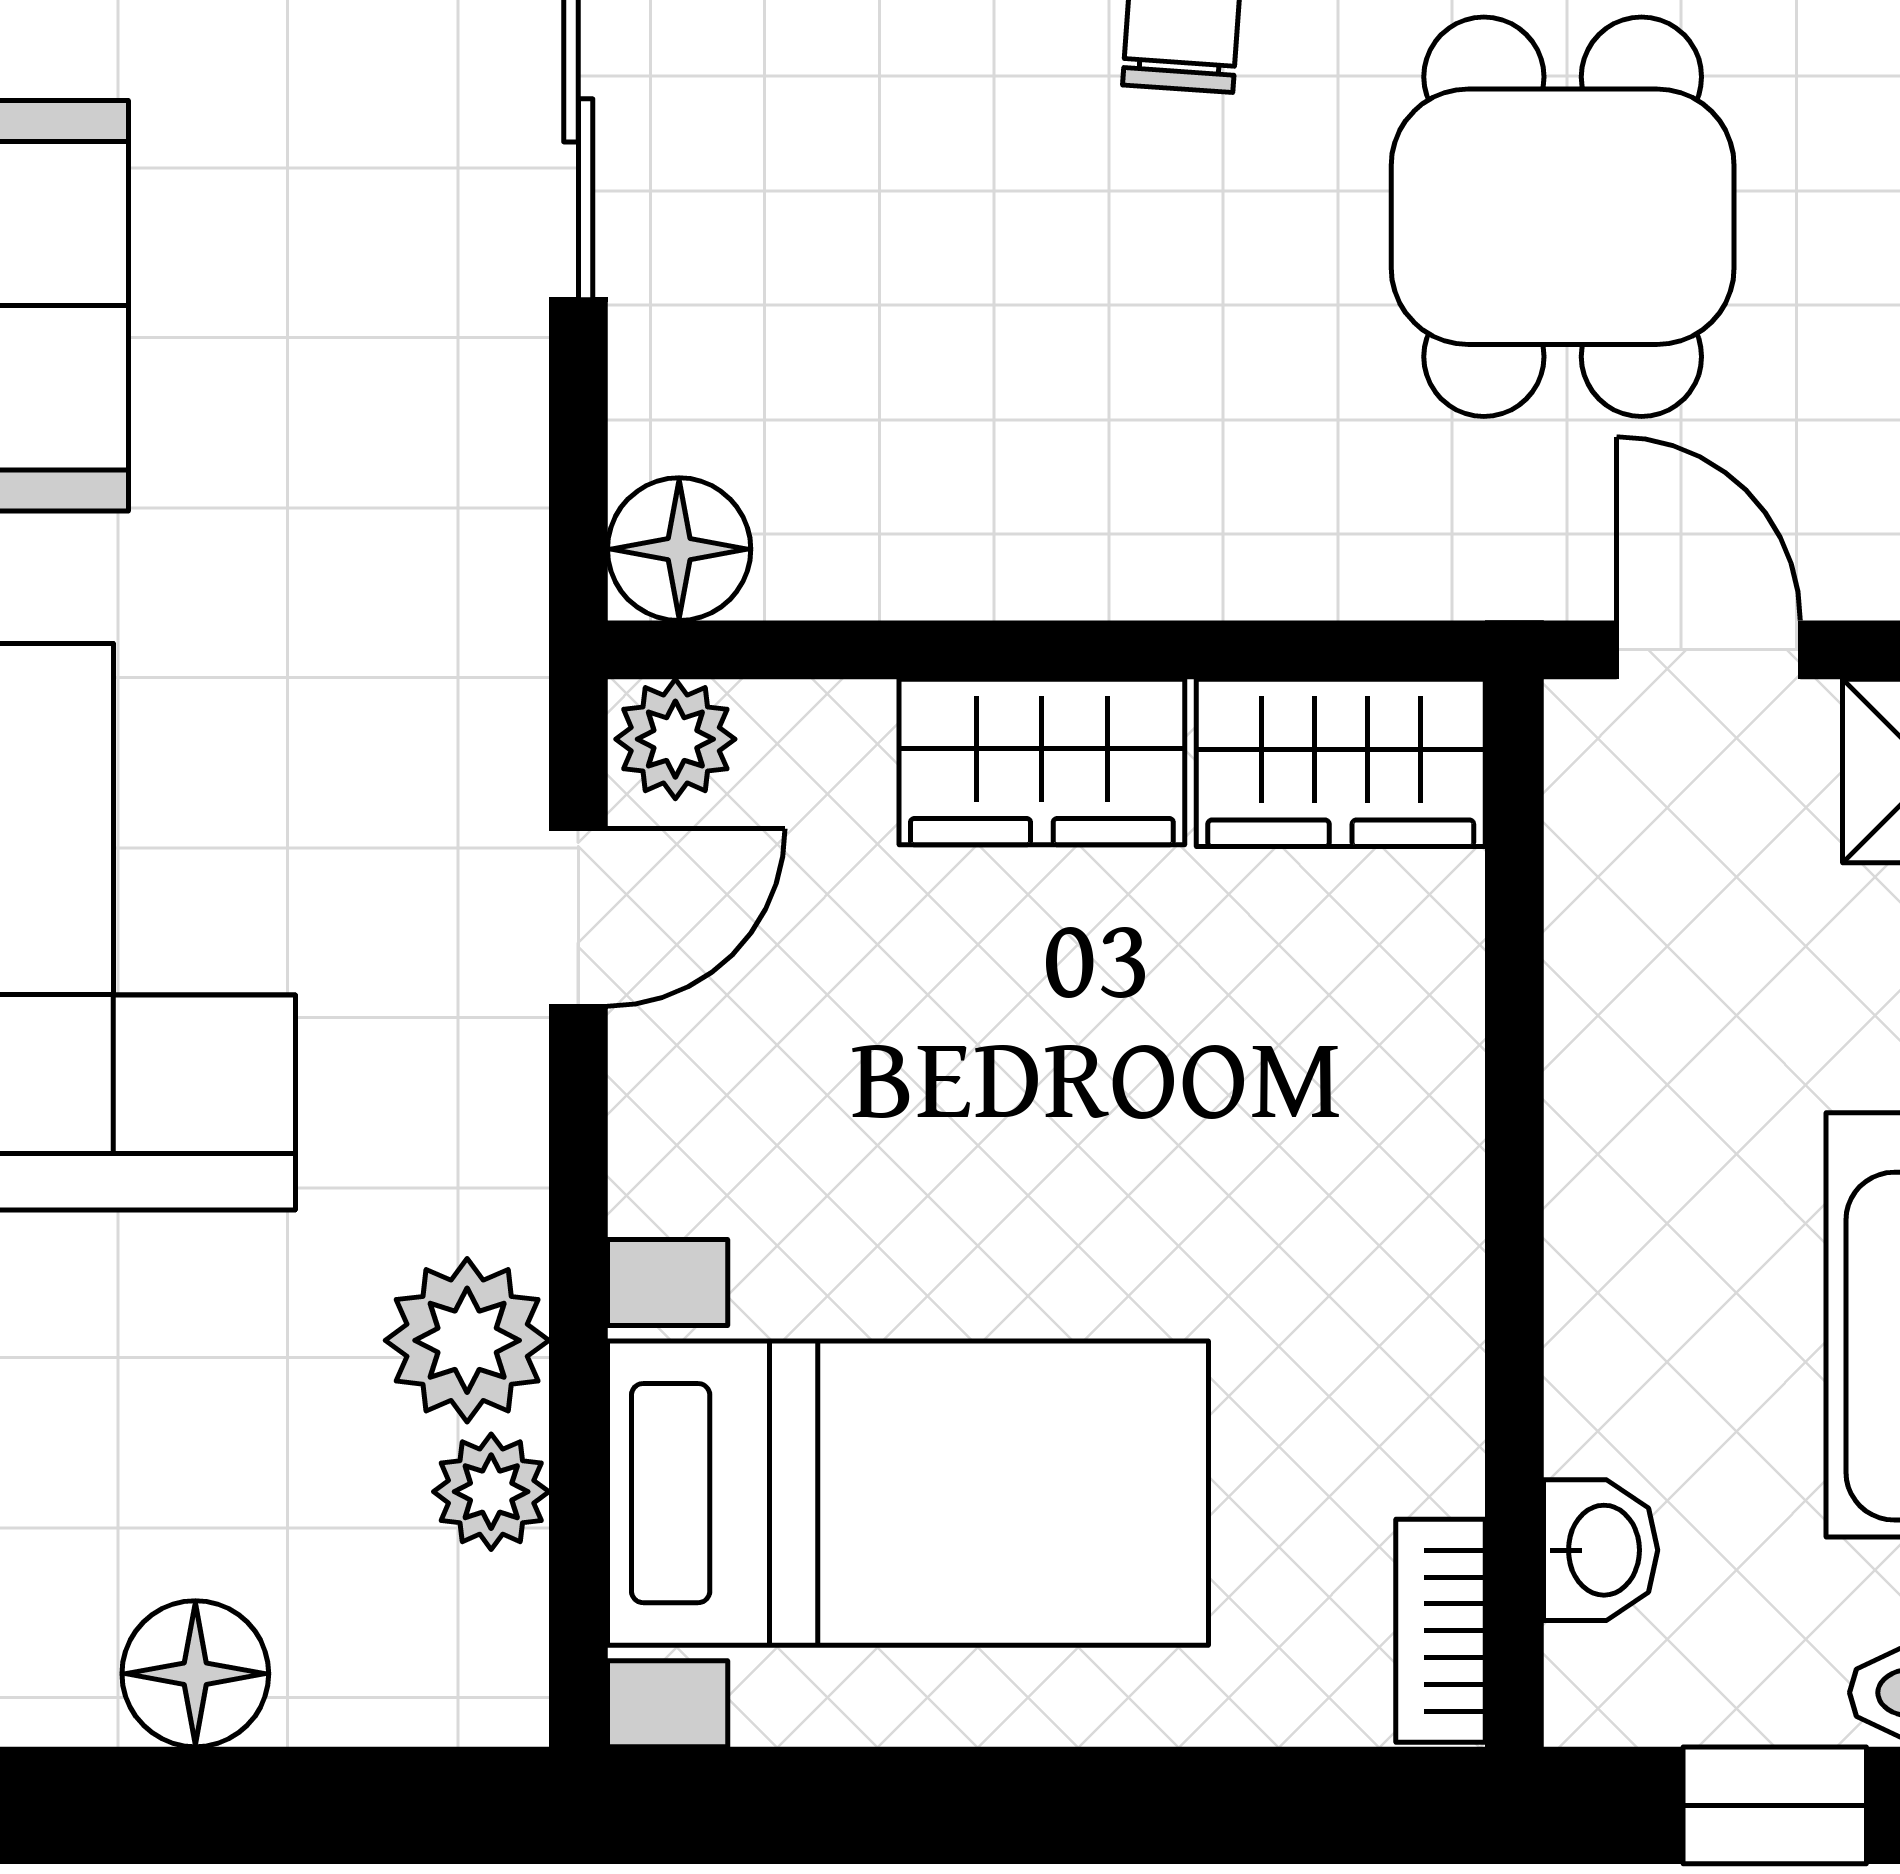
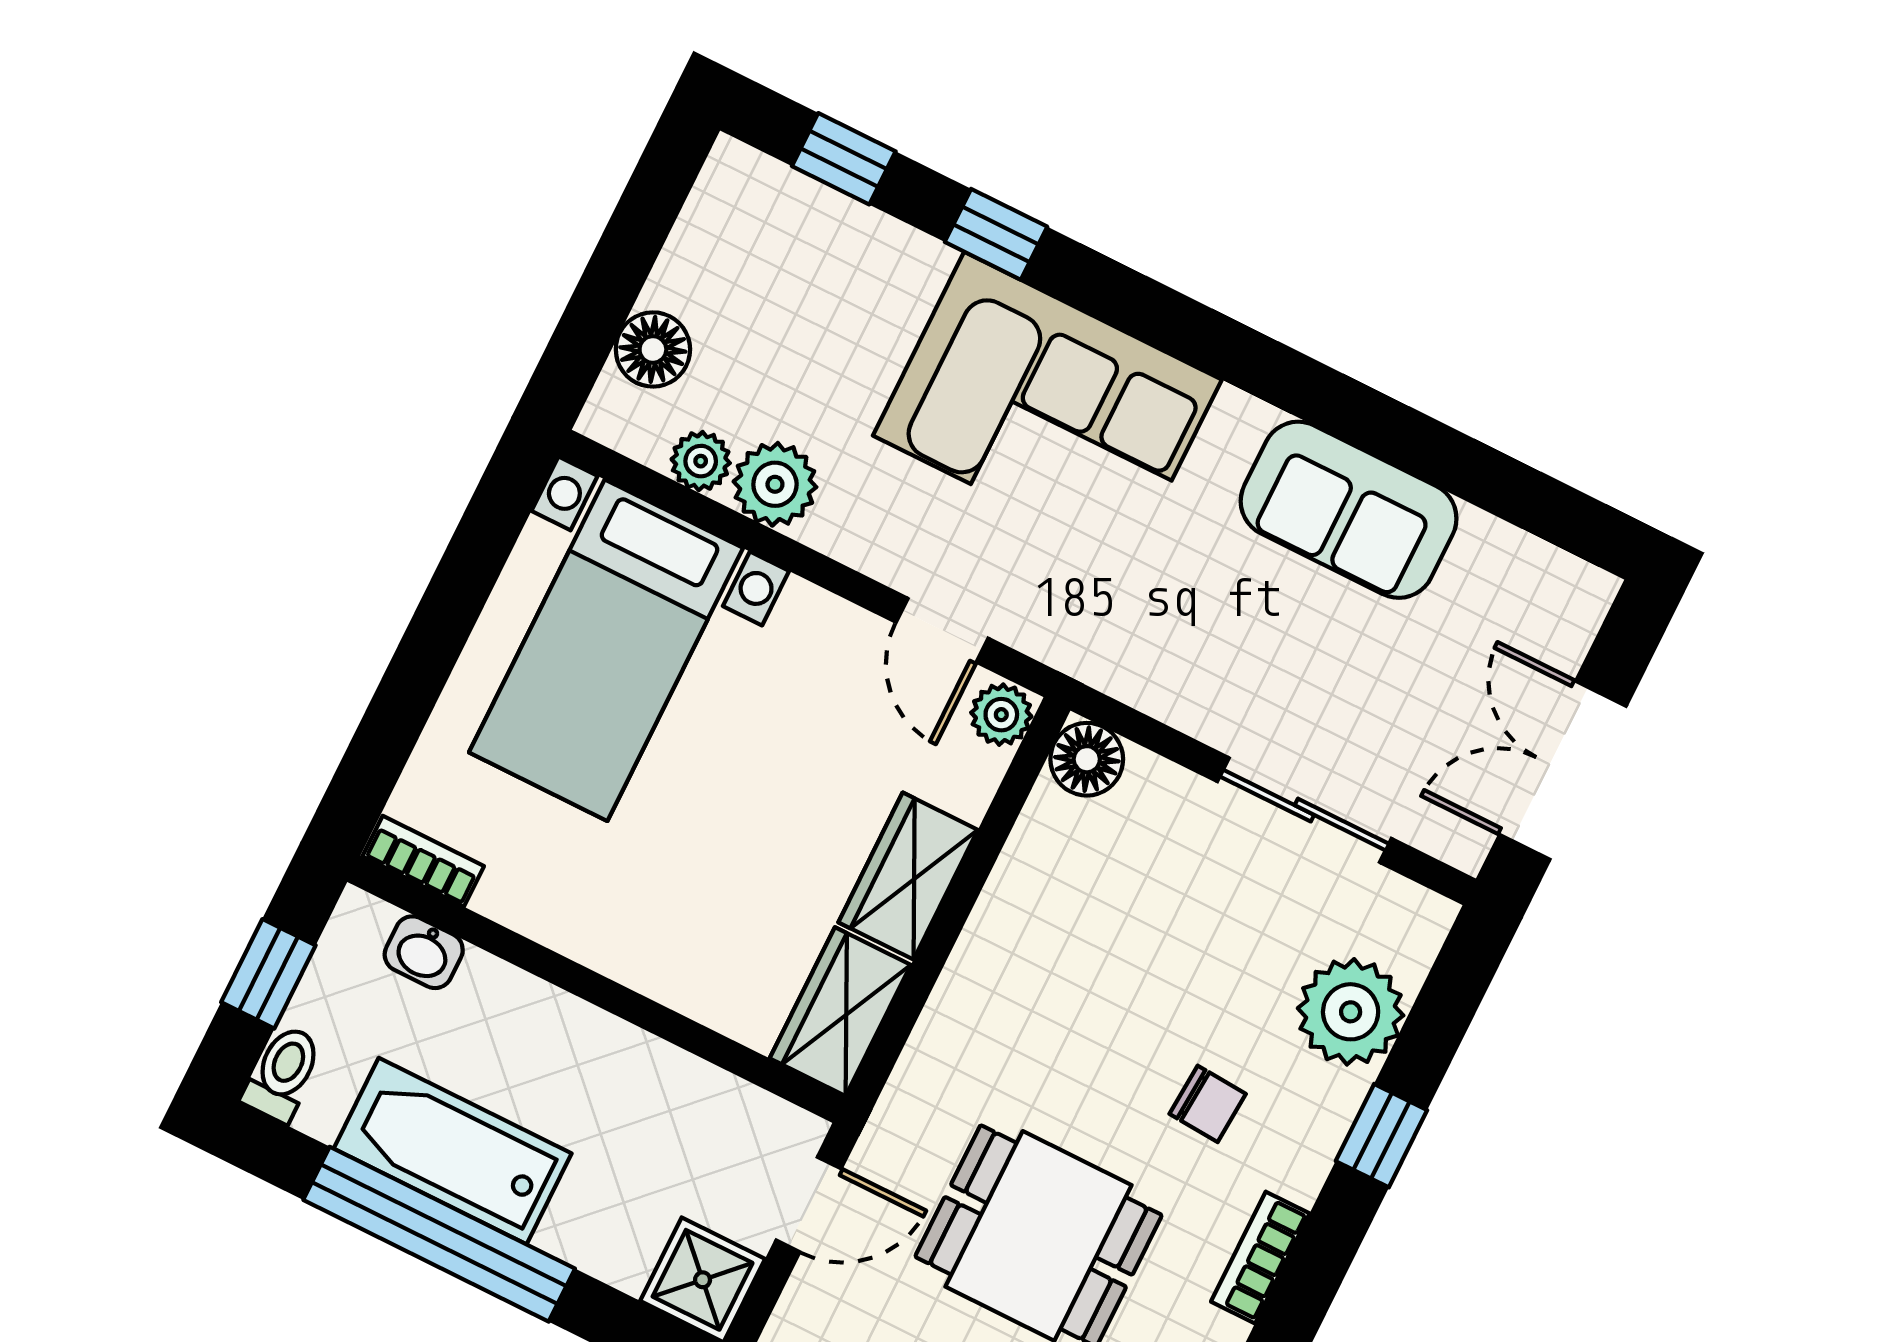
floor lamp: (195, 1674) -> (653, 349), moved

